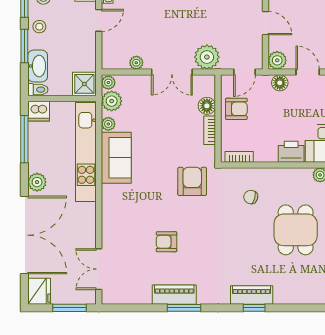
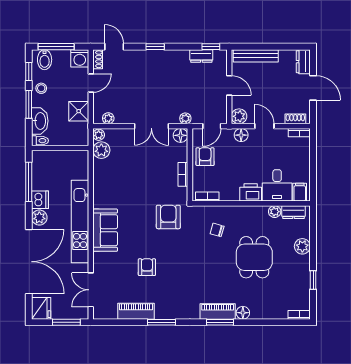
plant: (207, 57) -> (185, 118), width x0.53, depth x0.53
plant: (136, 63) -> (108, 118), moved
shower: (84, 84) -> (79, 111), moved
floor lamp: (207, 106) -> (181, 135), moved
armchair: (236, 109) -> (205, 157), turned -90
dishwasher: (39, 111) -> (40, 200), moved, turned -90
plant: (108, 124) -> (99, 169), removed
kitchen unit: (86, 152) -> (80, 222), moved
sofa: (116, 158) -> (105, 230), moved
armchair: (166, 242) -> (147, 267), turned 90
piano: (174, 295) -> (136, 311), moved
floor lamp: (282, 297) -> (243, 313), added
window: (254, 308) -> (220, 322), width x1.50

